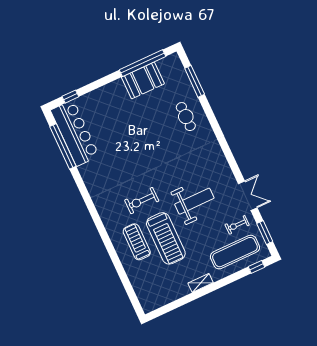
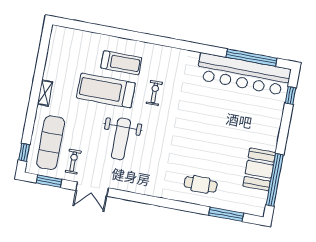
bar counter: (75, 133) -> (244, 74), width x1.36
exercise bike: (142, 201) -> (154, 93), width x0.73, depth x0.72

